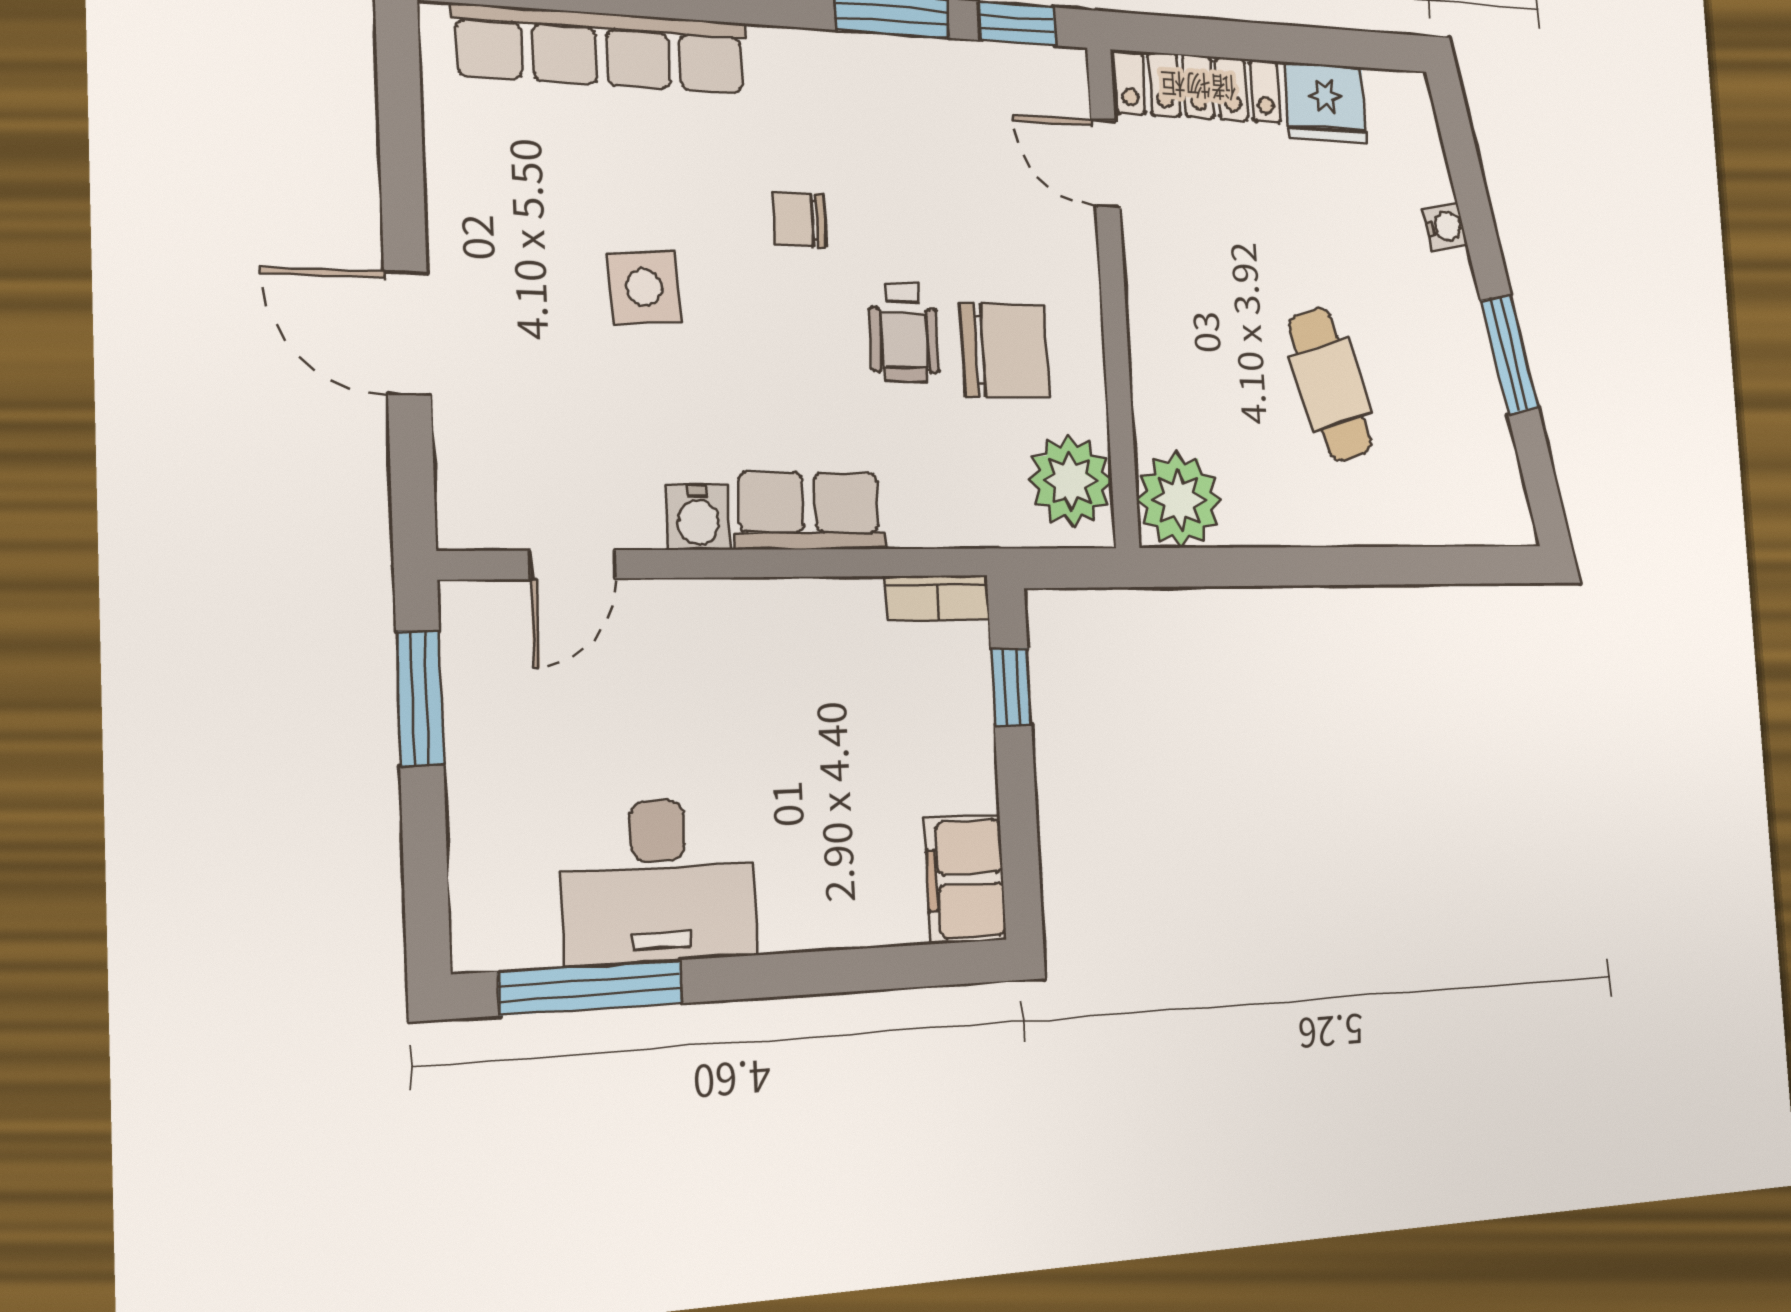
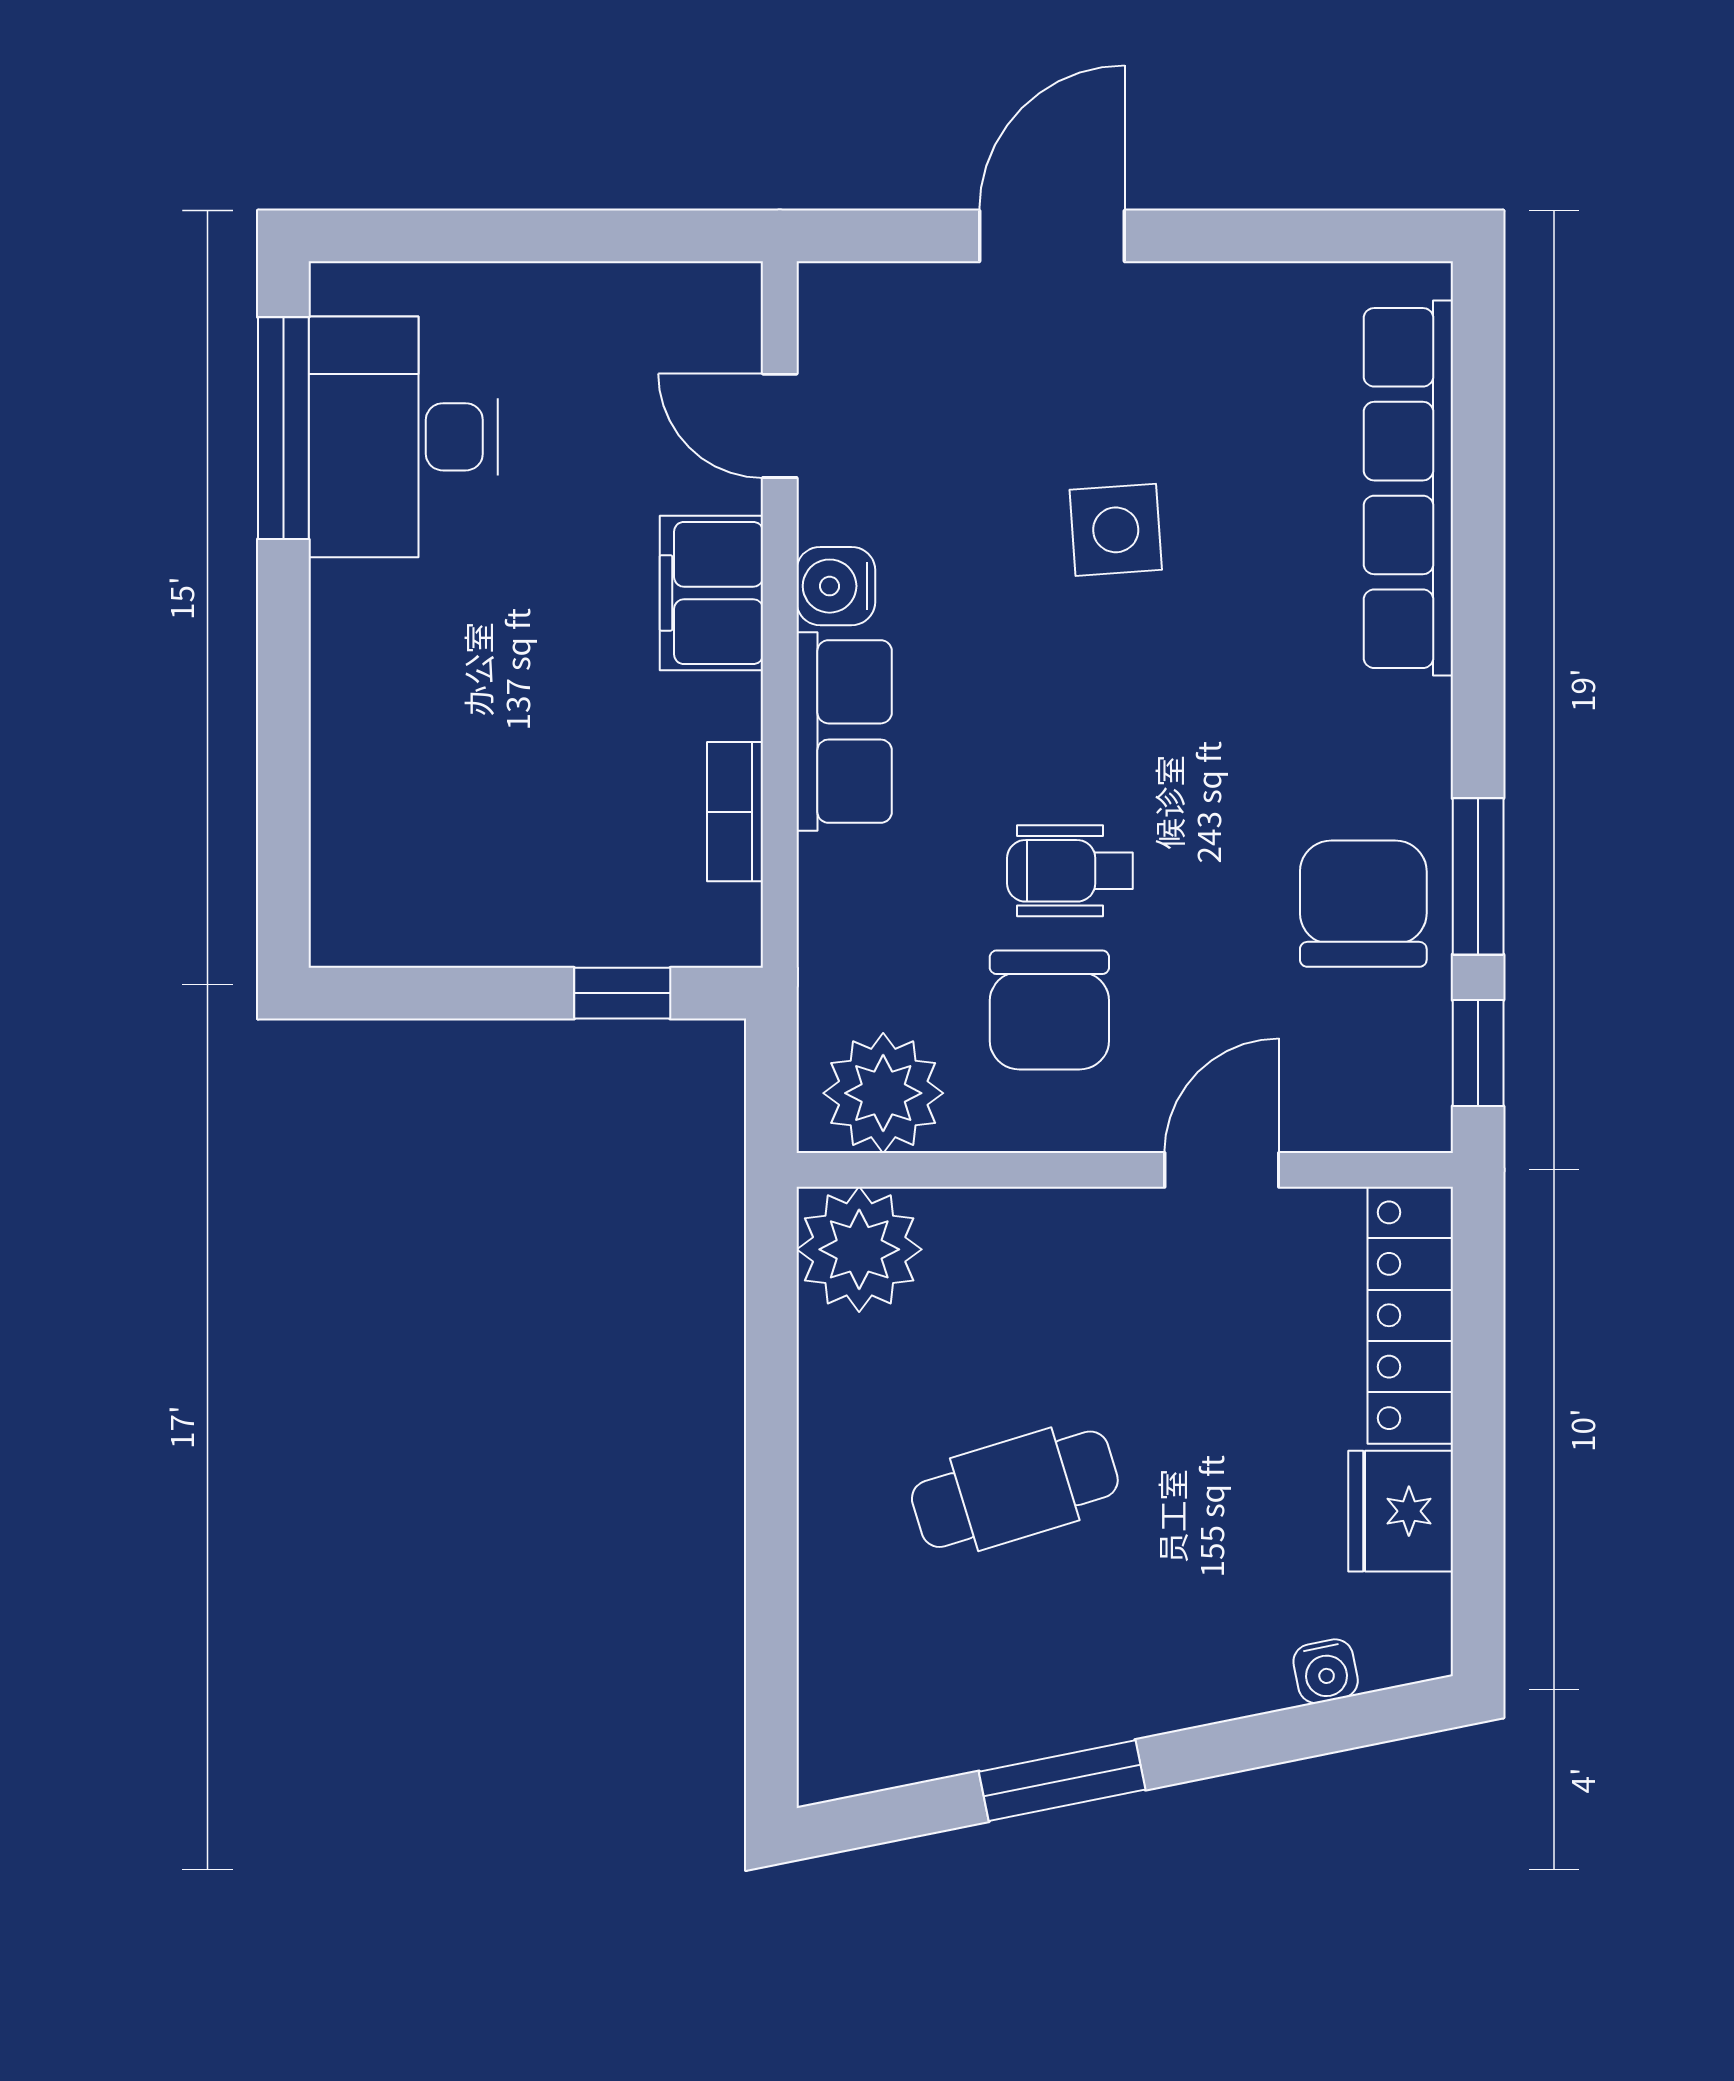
door: (1105, 164) -> (1222, 1170), moved
chair: (799, 219) -> (1363, 904), moved, width x1.87, depth x1.87
water cooler: (1445, 227) -> (1326, 1671), moved
bookcase: (938, 598) -> (735, 812), moved
window: (420, 698) -> (626, 236), removed
filing cabinet: (965, 879) -> (711, 593), moved, turned -90
desk: (659, 881) -> (403, 437), moved

